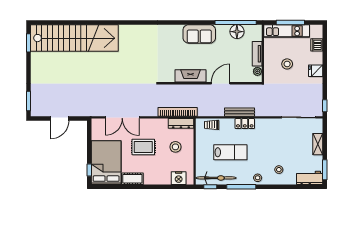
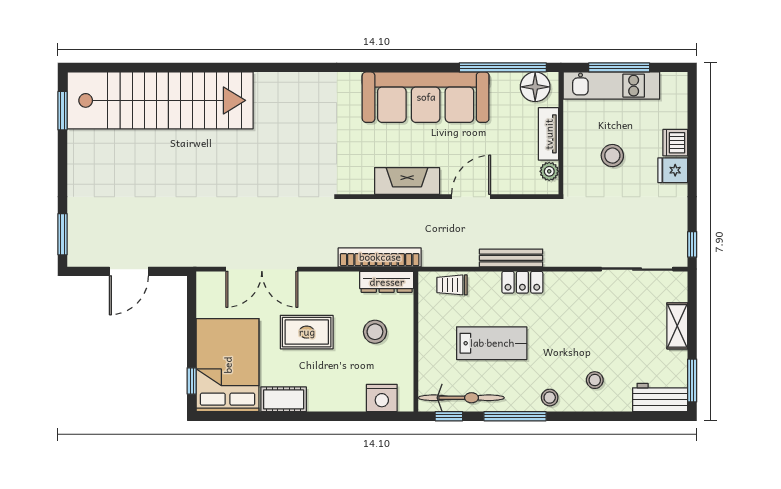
floor lamp: (237, 32) -> (535, 87), moved
sofa: (199, 34) -> (426, 97), width x1.85, depth x1.27
dishwasher: (317, 45) -> (675, 143), moved

